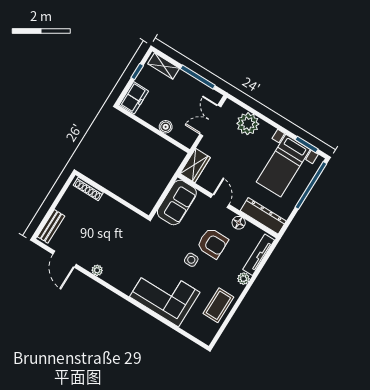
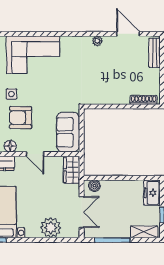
boiler: (166, 127) -> (94, 186), moved
side table: (191, 260) -> (12, 94), moved

